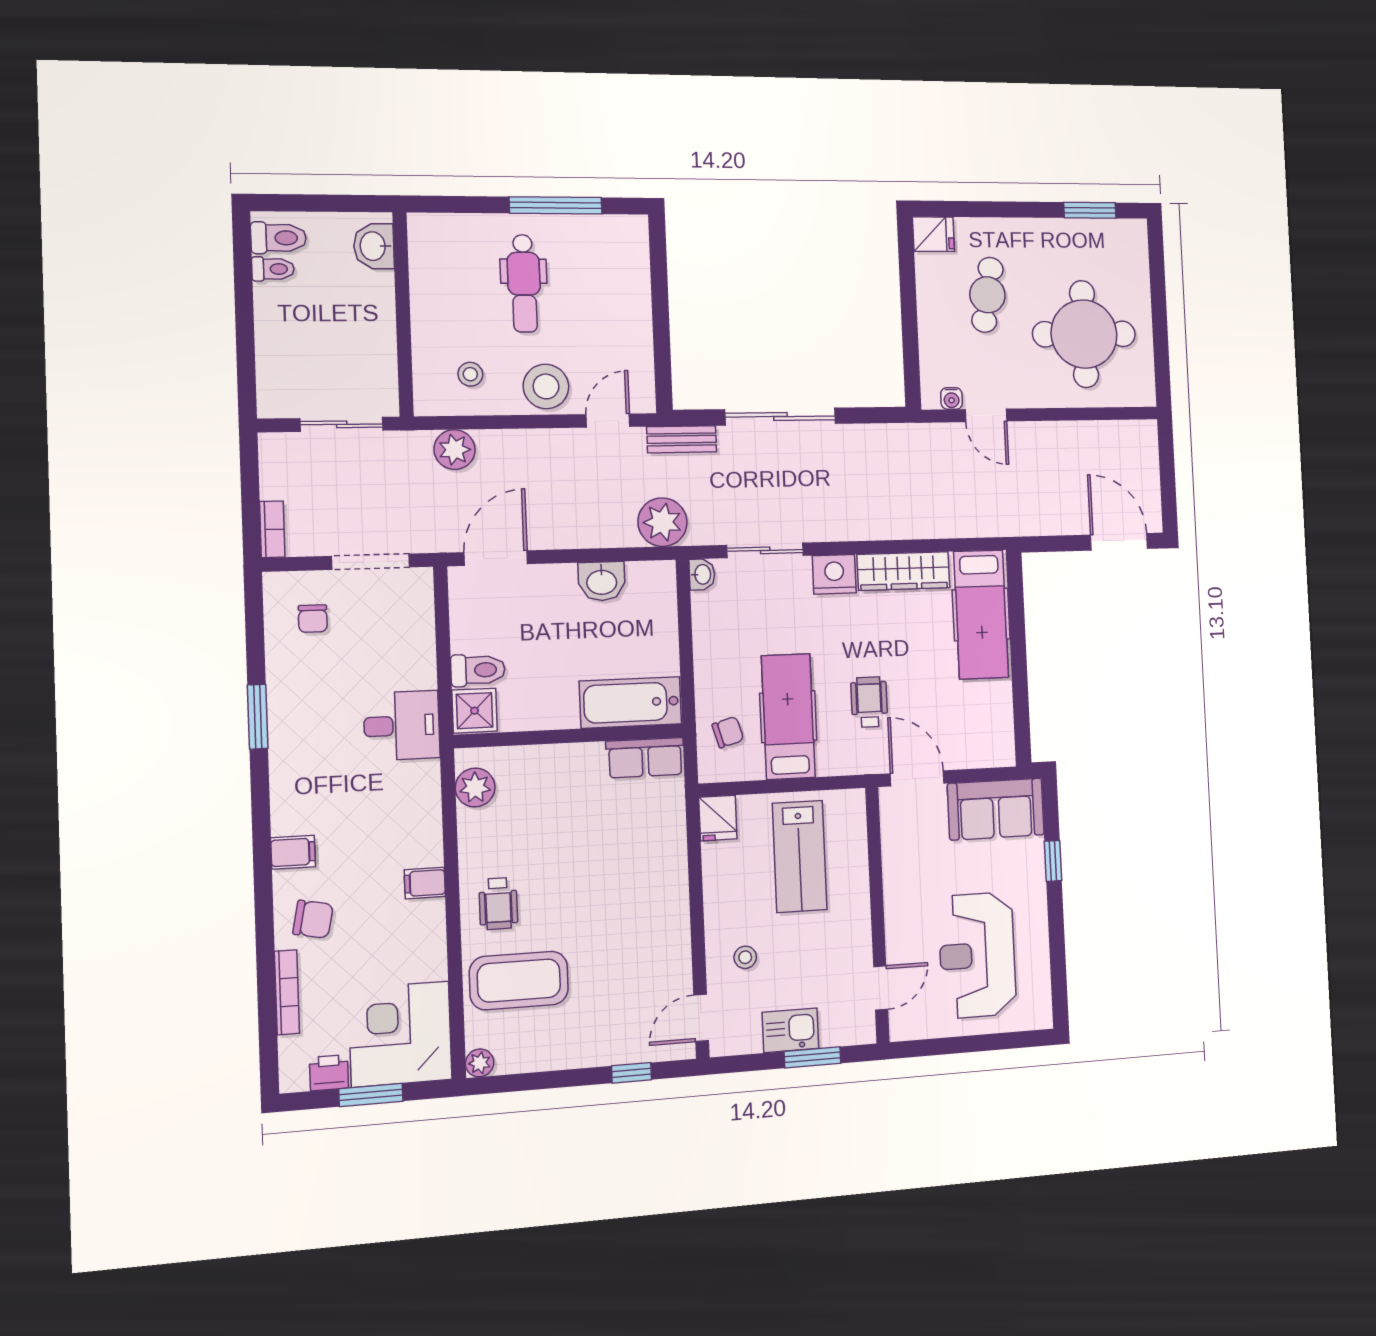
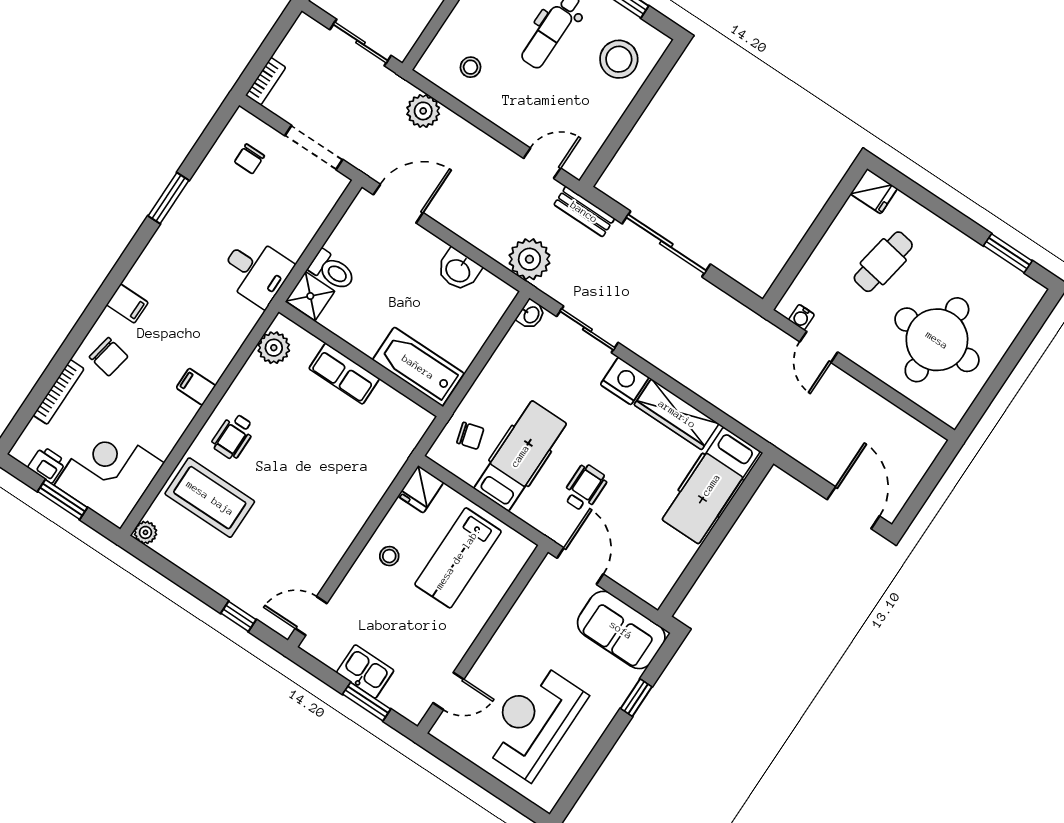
stool: (546, 386) -> (619, 59), moved
row of seats: (645, 758) -> (344, 374), moved
stool: (745, 957) -> (389, 556), moved

